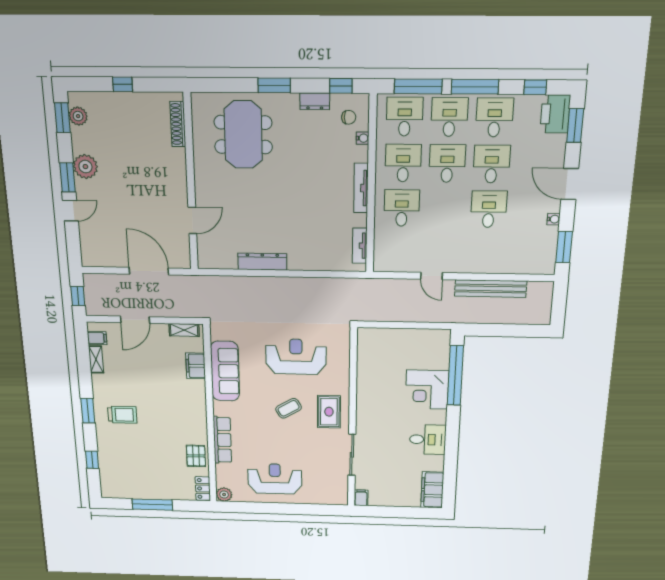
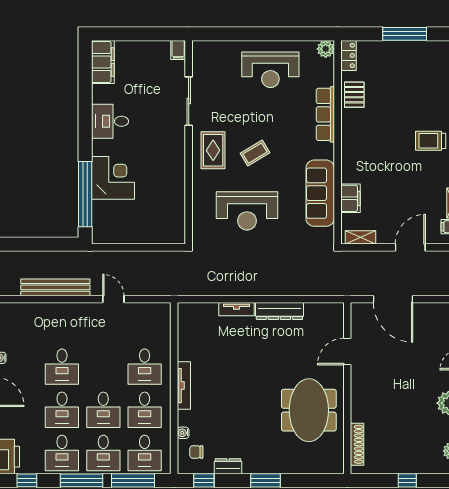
meeting table: (243, 135) -> (309, 410), moved
tv unit: (360, 246) -> (236, 309), moved, turned 90

